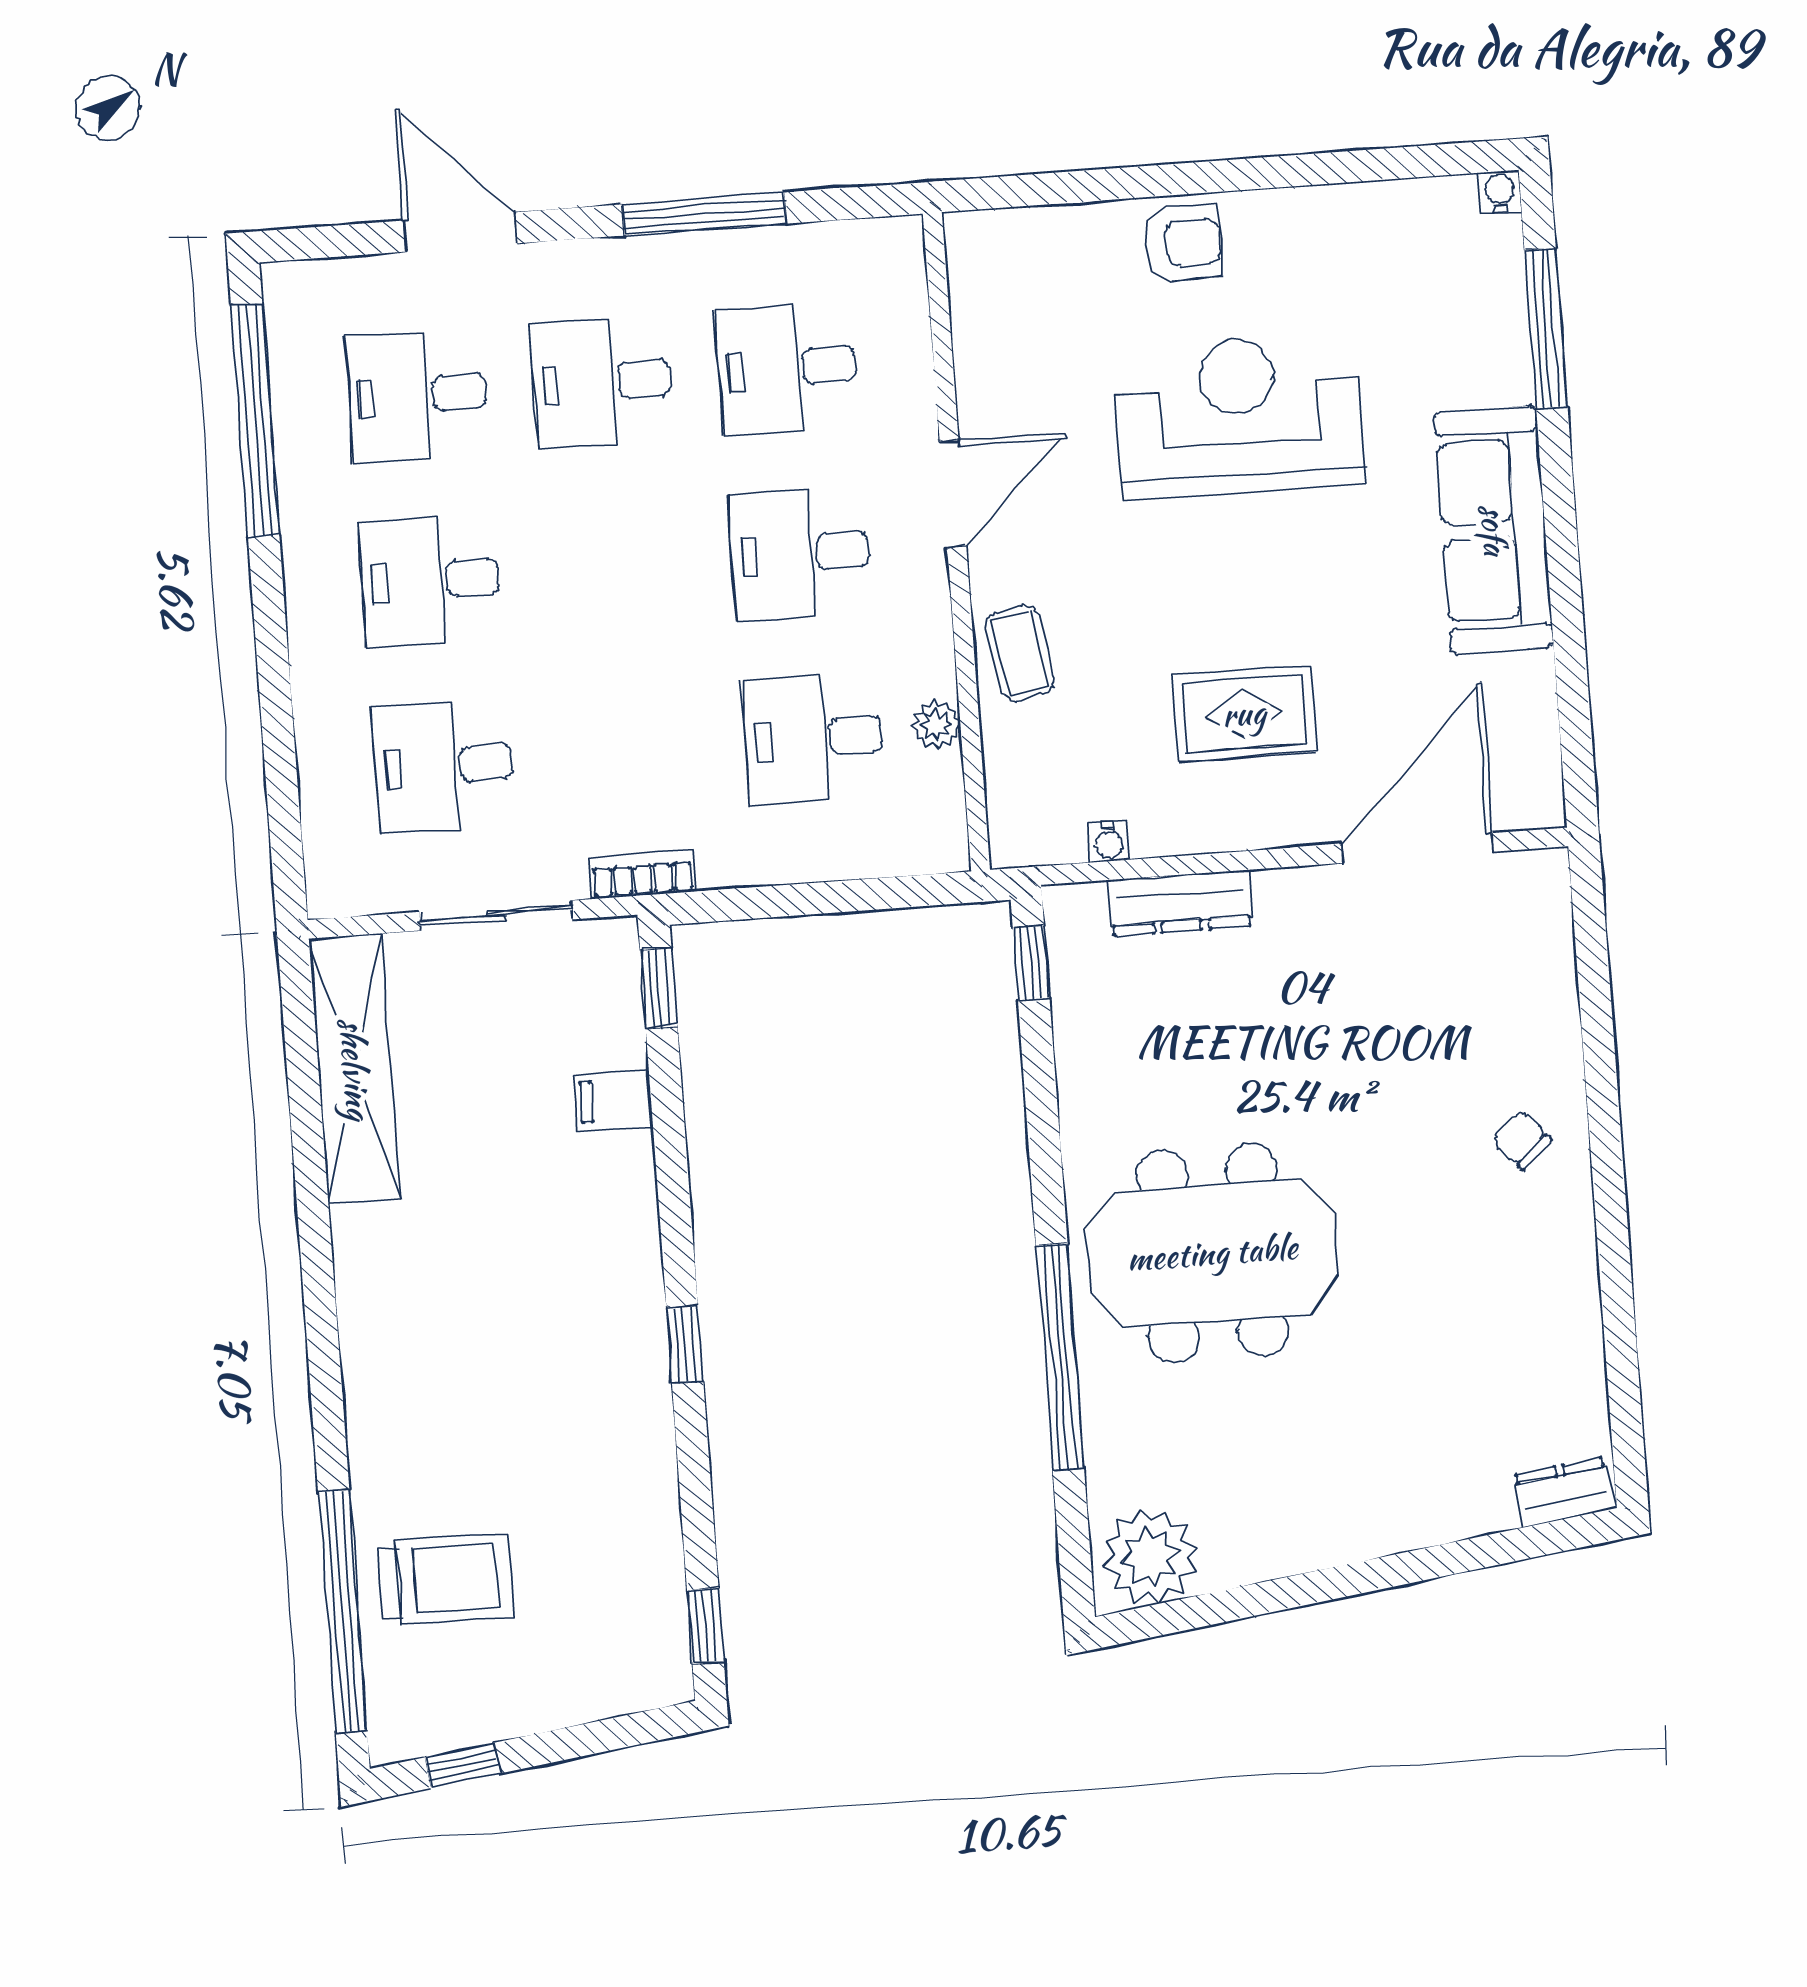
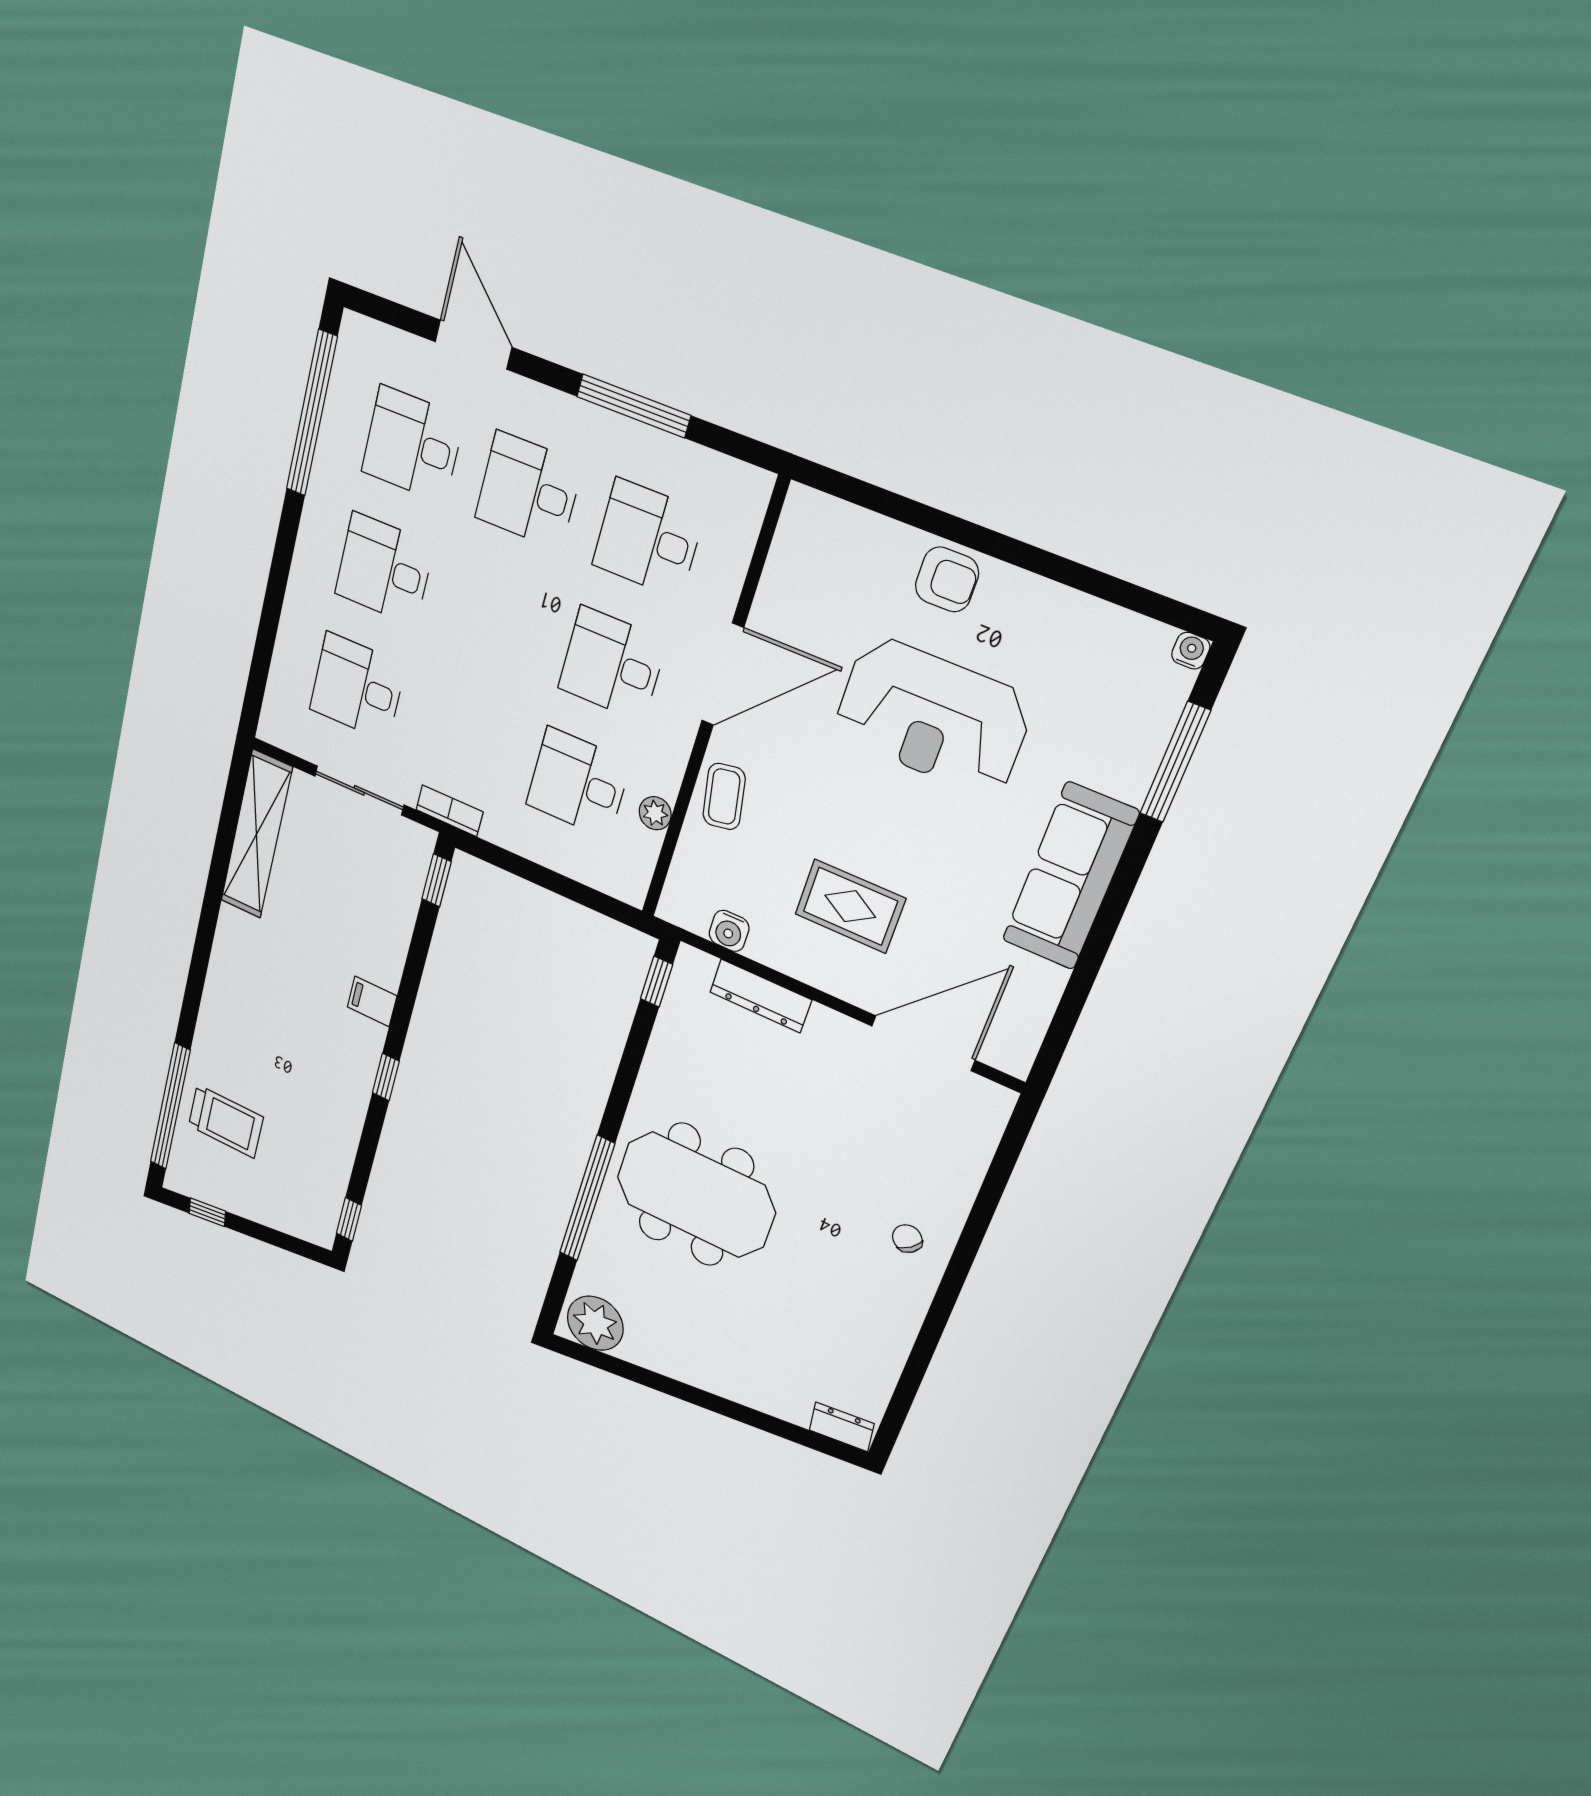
reception desk: (1239, 416) -> (932, 717), turned 180
door: (953, 494) -> (723, 674), width x1.36
water cooler: (1109, 841) -> (729, 931), width x1.38, depth x1.38
filing cabinet: (613, 1100) -> (372, 1001), moved

